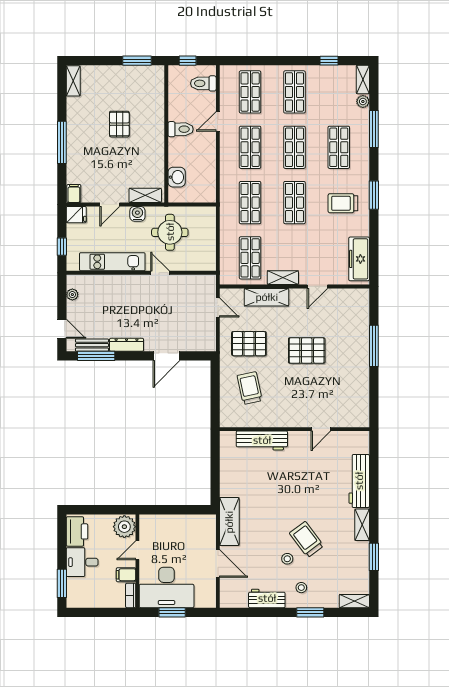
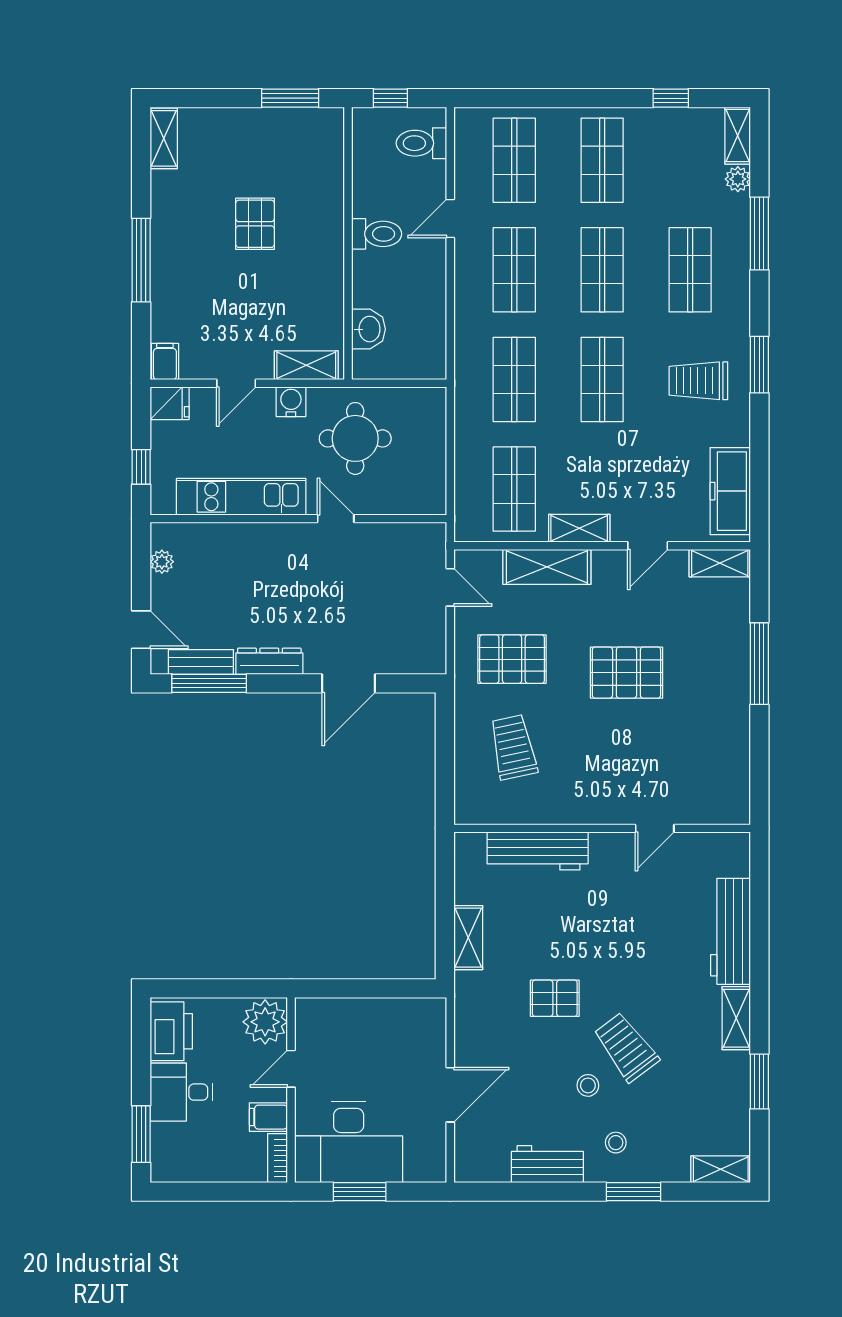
shelving: (354, 295) -> (720, 563), added
pallet: (271, 515) -> (555, 998), added
shelving: (229, 522) -> (468, 938), moved, width x0.67, depth x0.75
door: (218, 563) -> (450, 1095), hinge flipped

